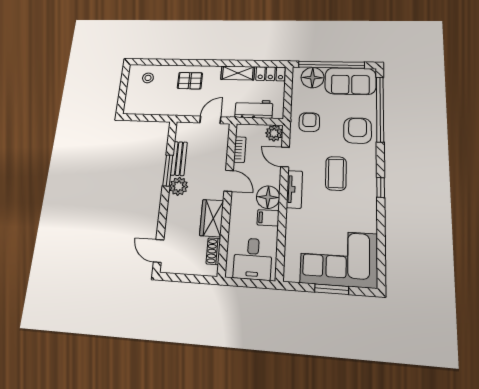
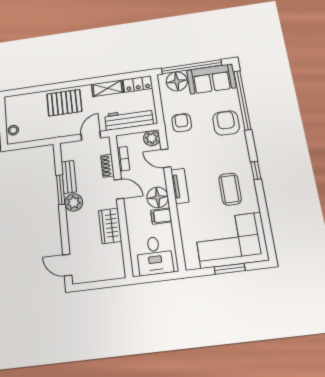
stool: (148, 78) -> (13, 130), moved
pallet: (190, 81) -> (64, 103), width x1.50, depth x1.42
workbench: (254, 109) -> (129, 119), width x1.38
coffee table: (336, 173) -> (230, 189), moved
shoe rack: (213, 251) -> (107, 166), moved

